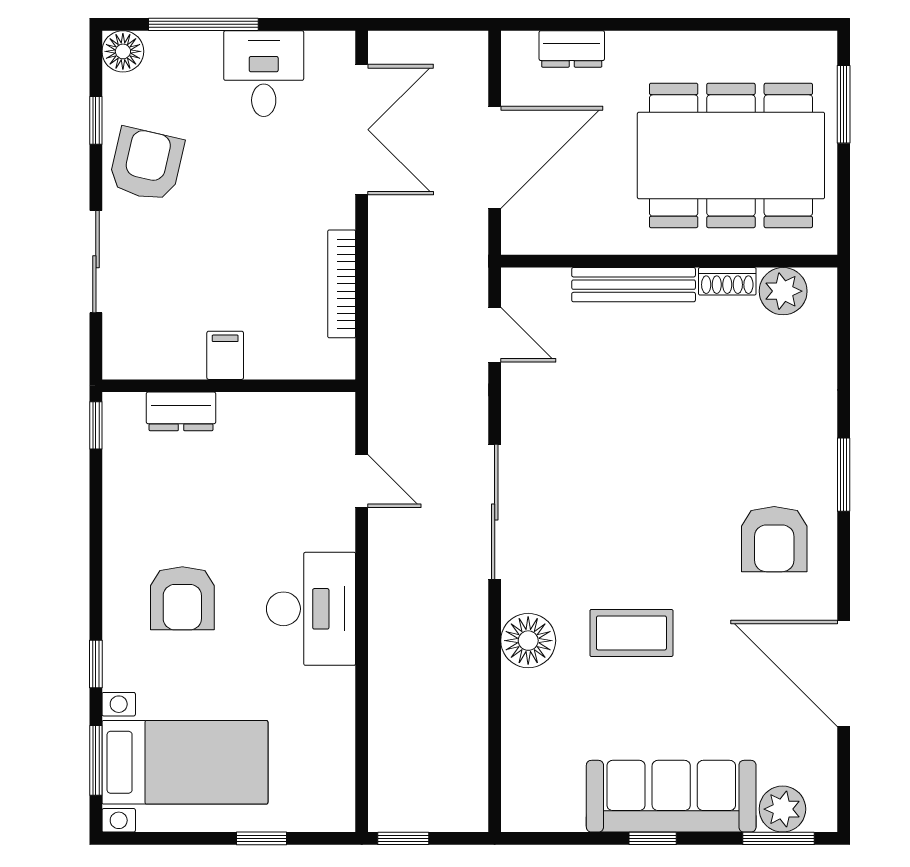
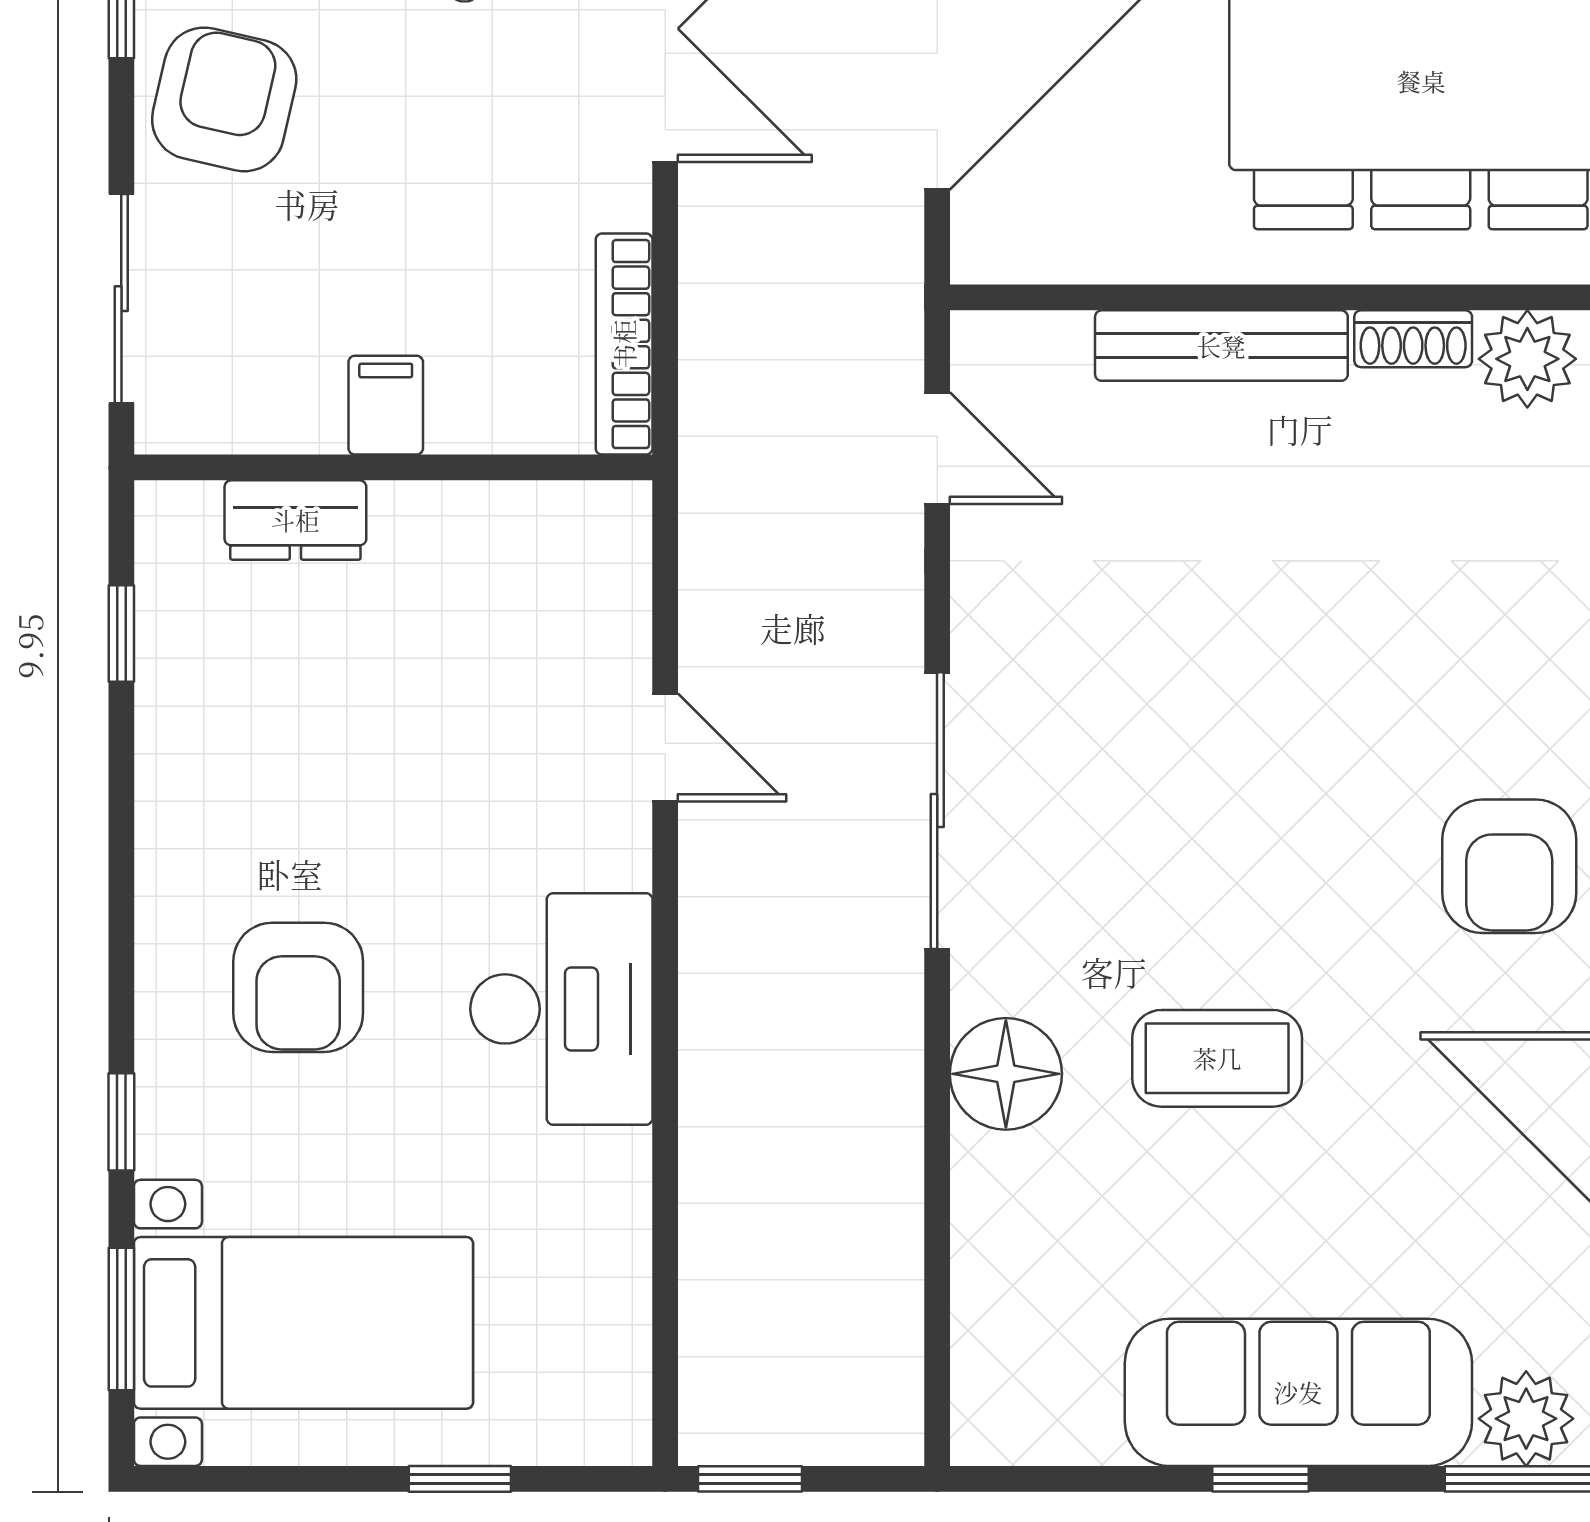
filing cabinet: (225, 355) -> (386, 405), moved
wall: (229, 386) -> (393, 467), moved
dresser: (181, 411) -> (295, 520), moved

